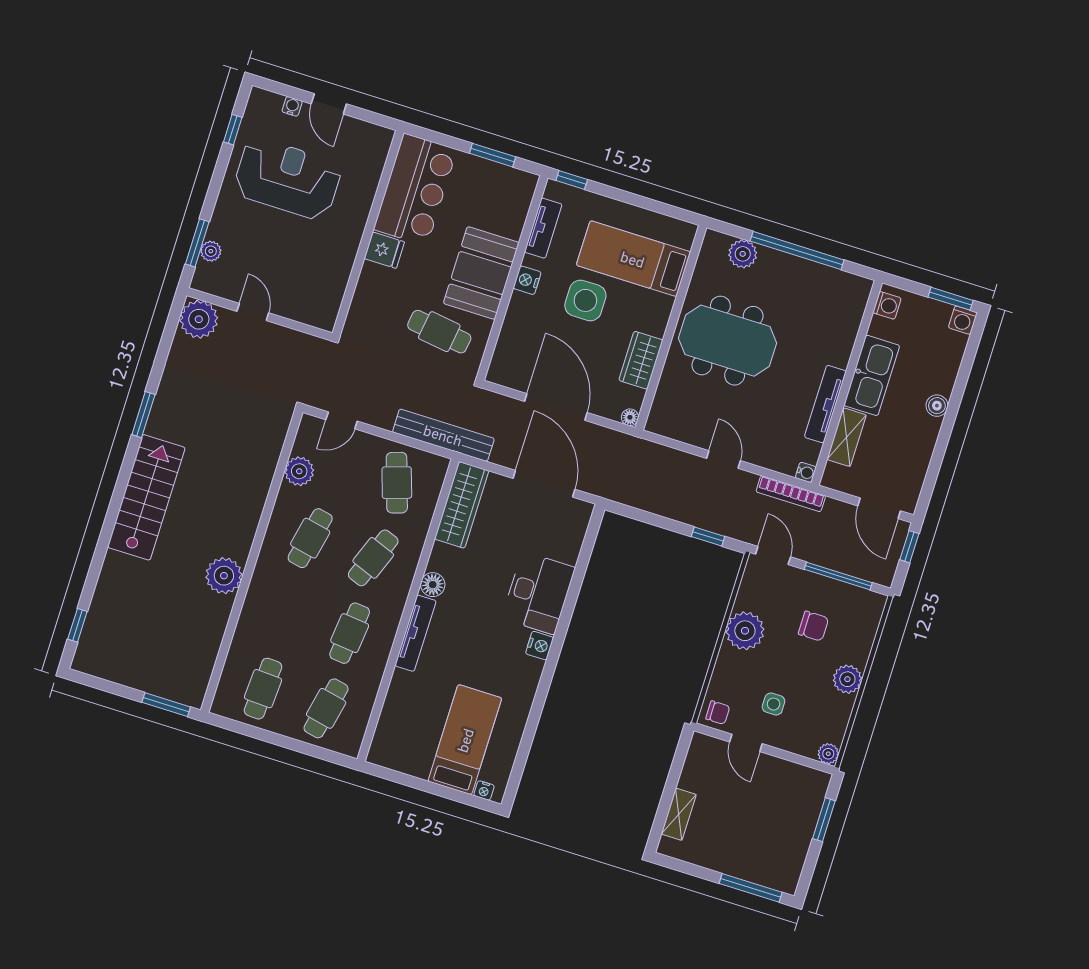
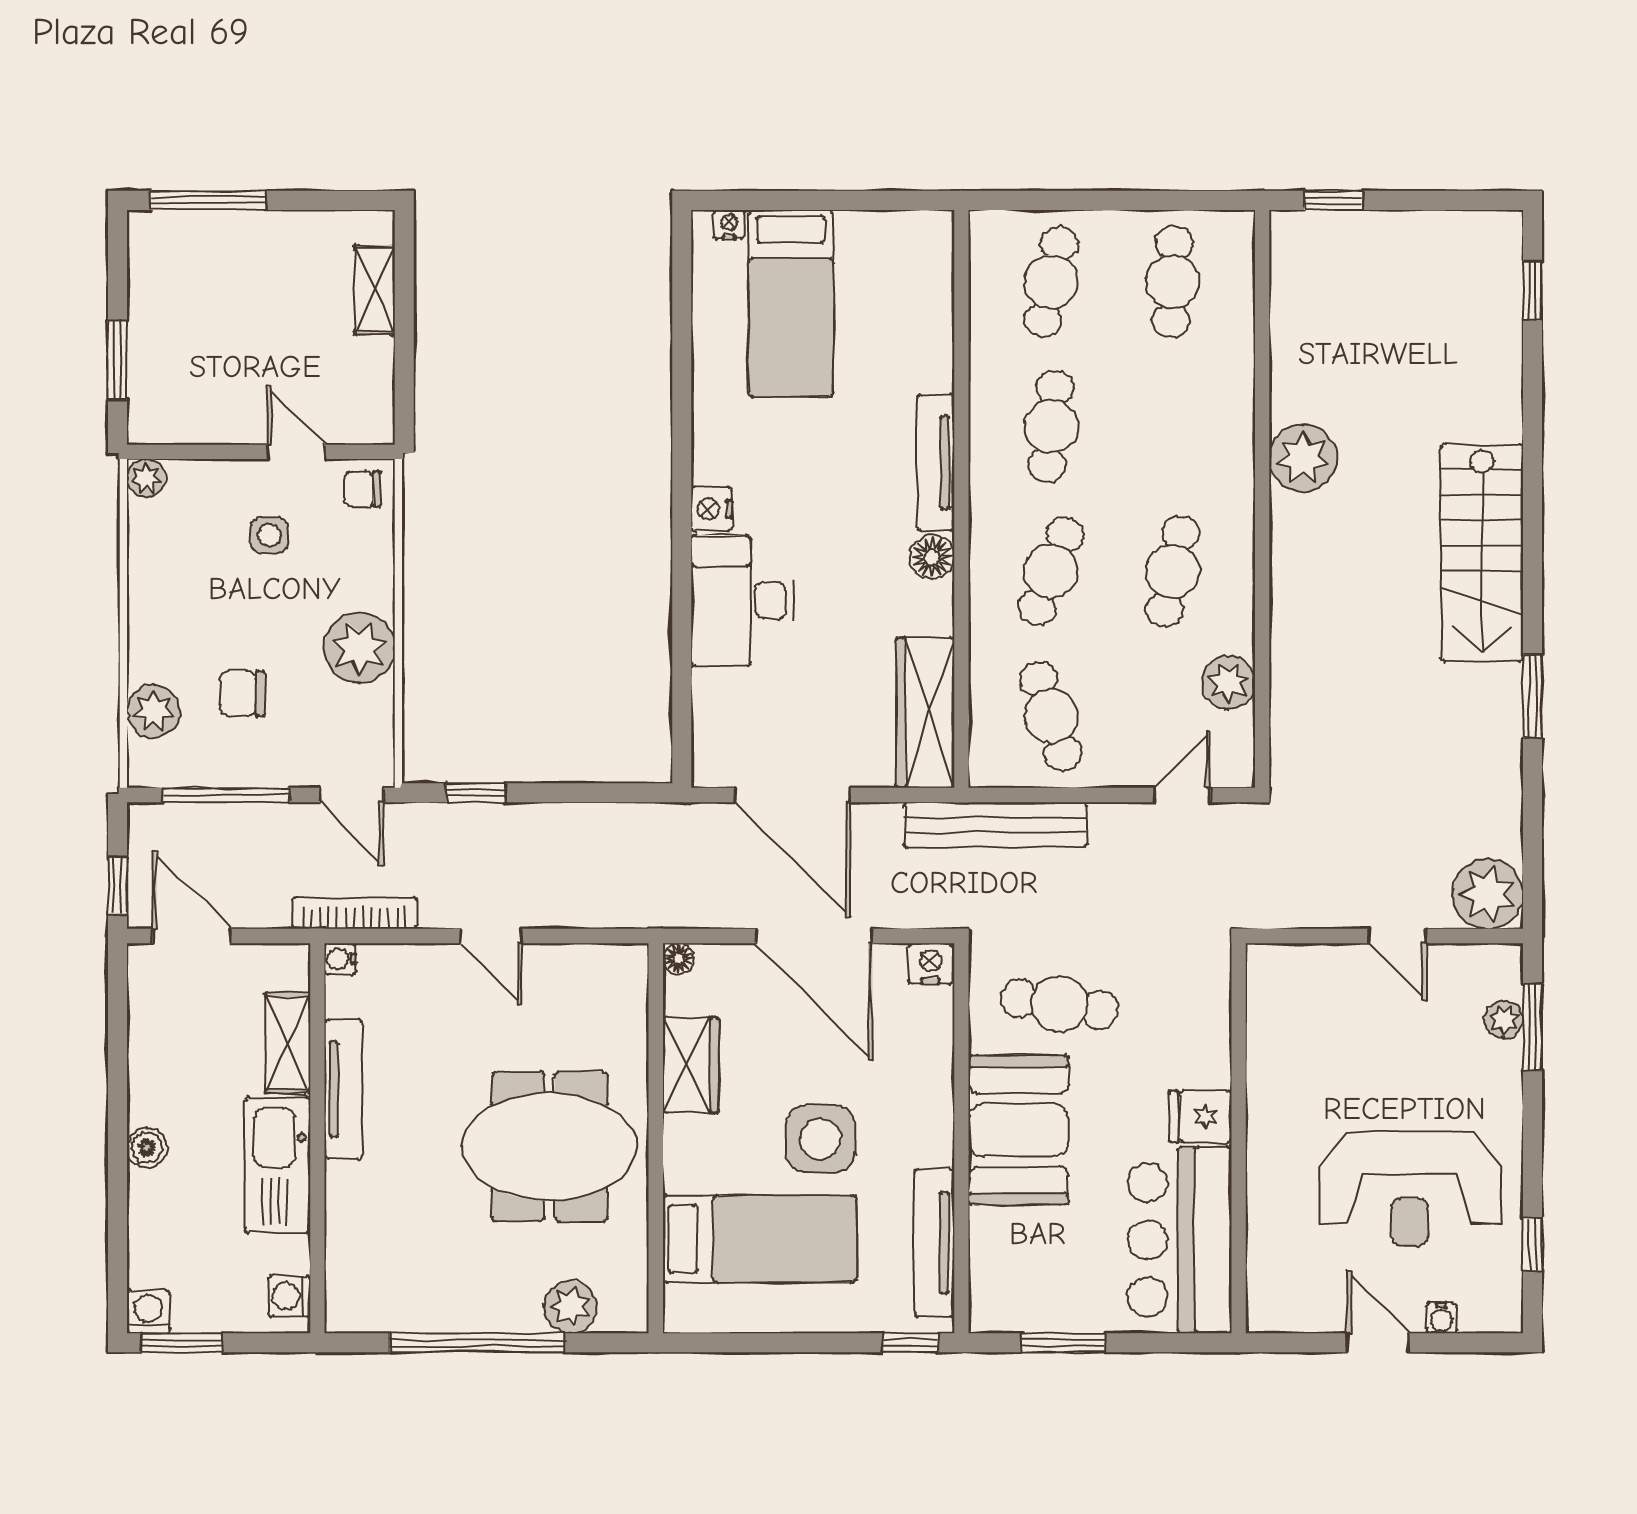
tv unit: (543, 228) -> (934, 1243), width x1.41
nightstand: (527, 280) -> (931, 964), moved, turned -90
plant: (847, 679) -> (153, 711), moved
window: (166, 705) -> (1333, 200), width x0.67

